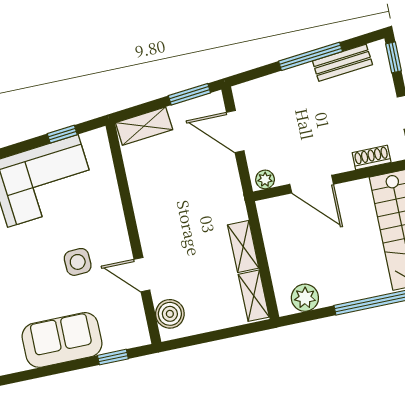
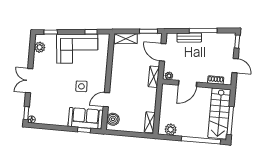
bench: (342, 63) -> (189, 38), moved
door: (312, 184) -> (188, 84), hinge flipped
shelving: (243, 246) -> (154, 77), moved
door: (142, 275) -> (106, 100), hinge flipped
sofa: (62, 340) -> (85, 118), moved

